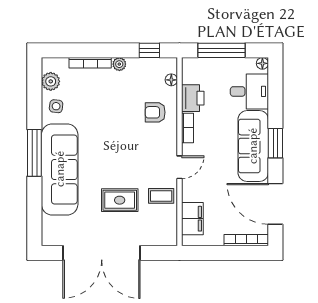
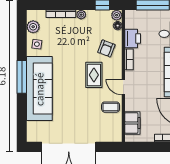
plant: (170, 65) -> (117, 15), added
armchair: (155, 112) -> (106, 48), turned -69
door: (179, 167) -> (123, 87), swing flipped
rug: (120, 200) -> (94, 75), moved, turned 90

